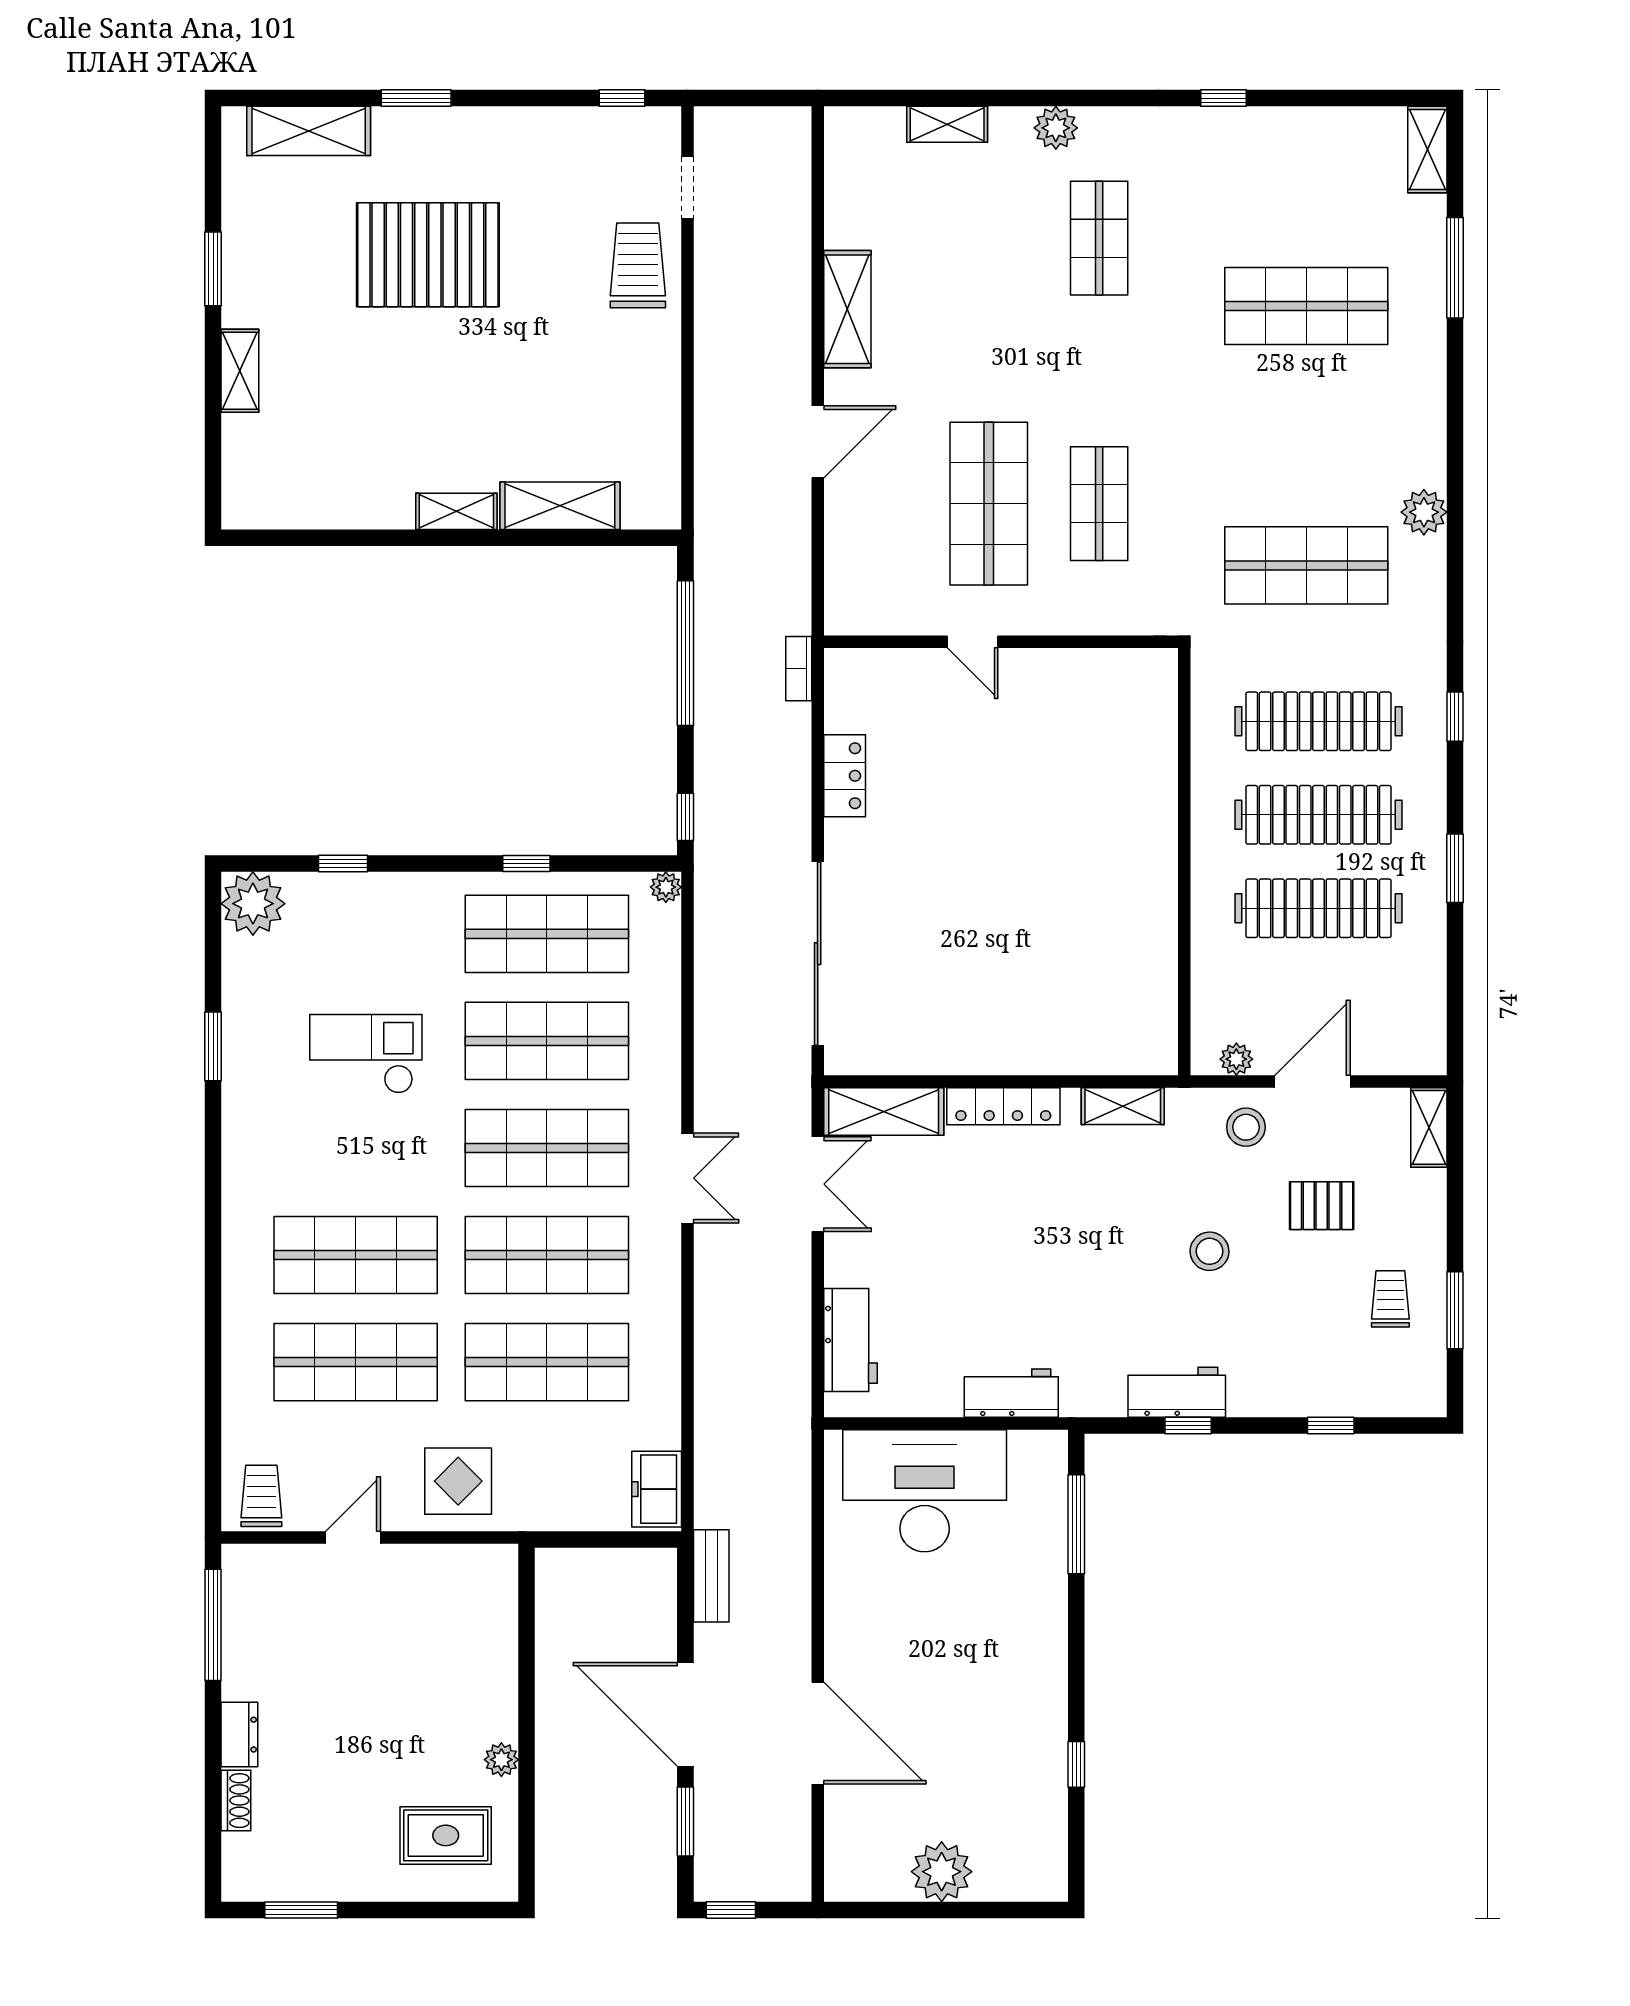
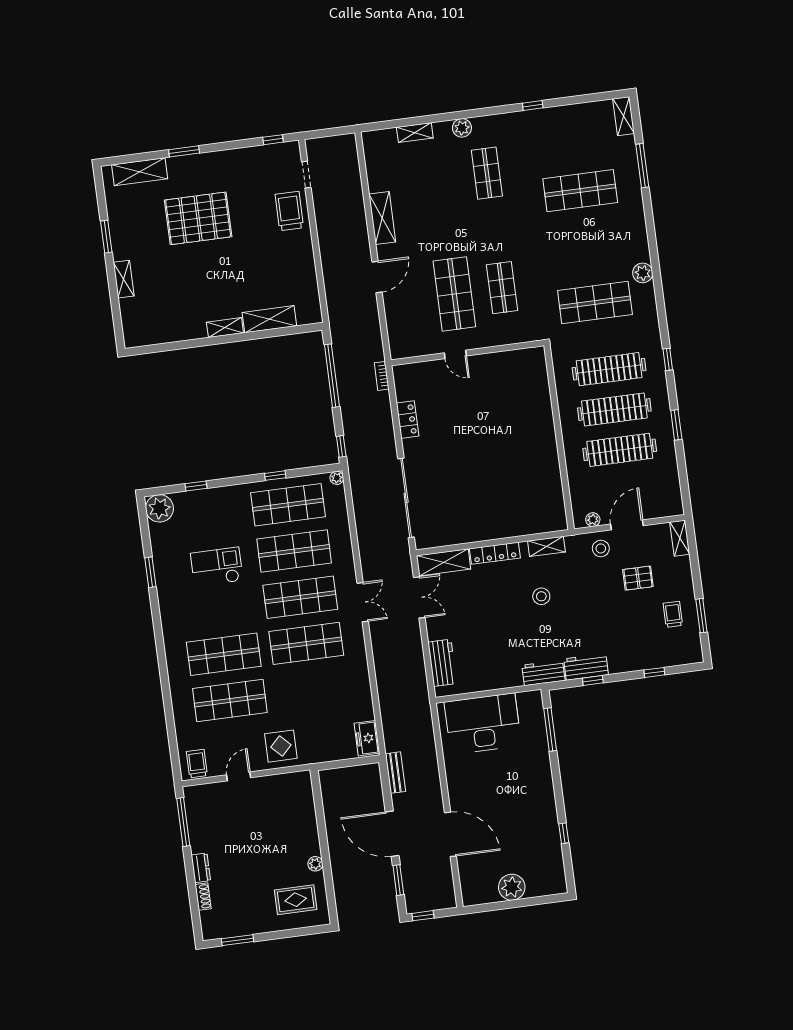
stool: (1210, 1251) -> (541, 596), moved
shop shelf: (547, 1362) -> (312, 690), removed
workbench: (1011, 1393) -> (543, 673), moved

